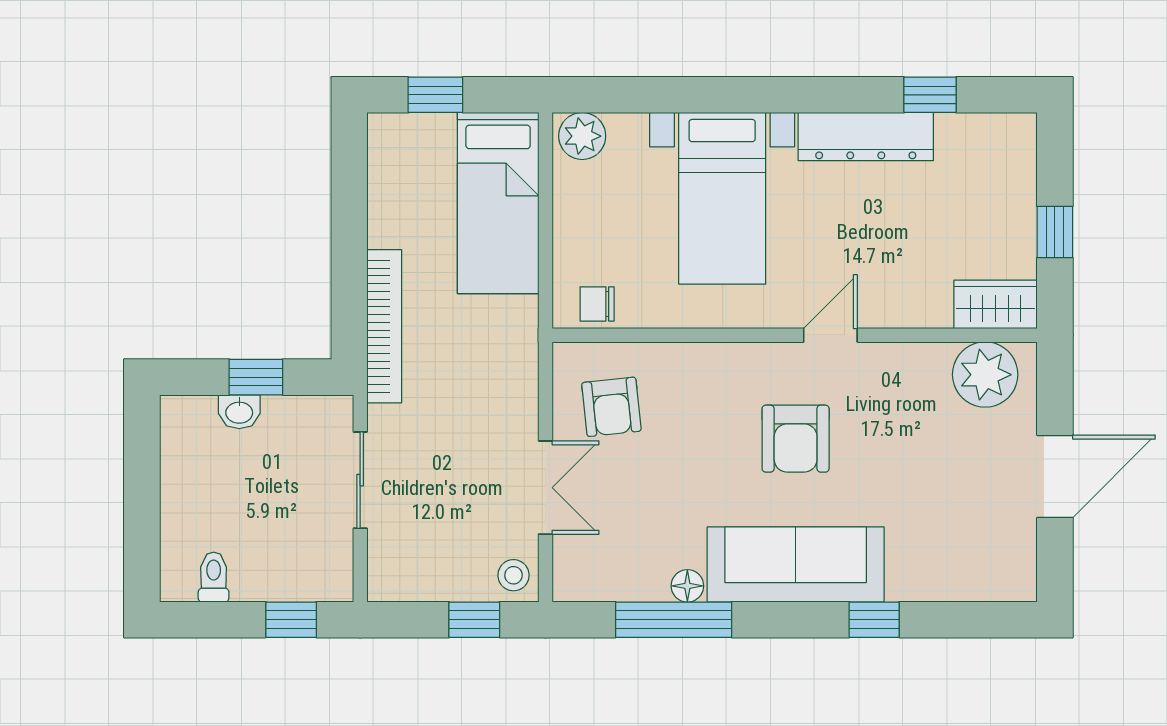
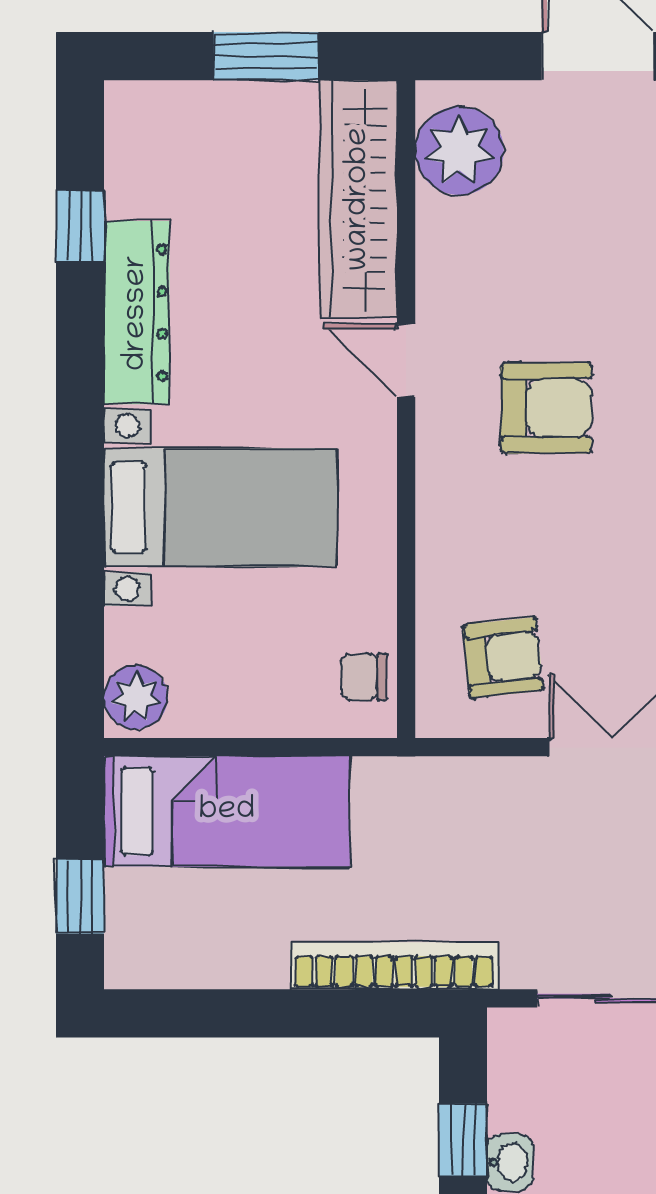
window: (1055, 232) -> (266, 56), width x1.50
chair: (597, 304) -> (364, 677), turned 90
wardrobe: (996, 304) -> (359, 199), width x2.10, depth x1.17

